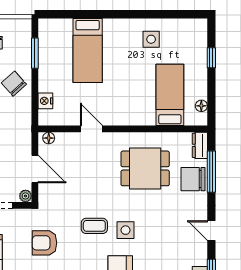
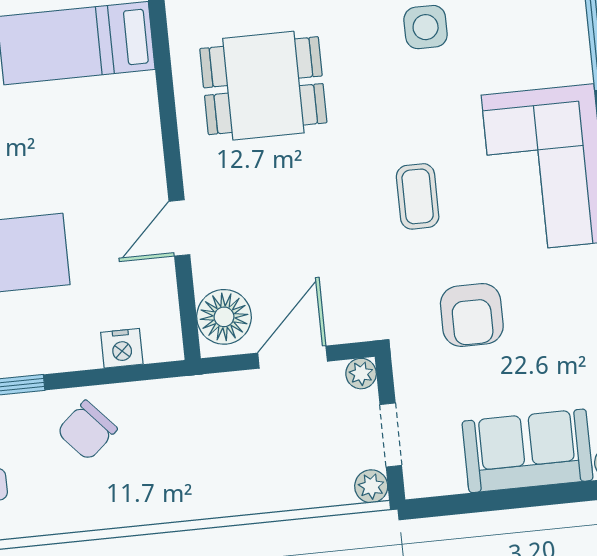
floor lamp: (49, 138) -> (224, 317), width x1.89, depth x1.89
dining table: (145, 168) -> (263, 86), turned 90
side table: (126, 230) -> (426, 27), moved

